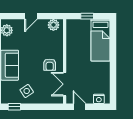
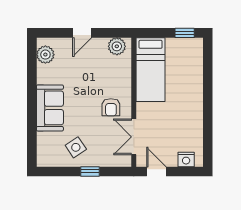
window: (87, 16) -> (185, 33), moved
bed: (101, 40) -> (151, 70), moved
window: (14, 107) -> (90, 171), moved

